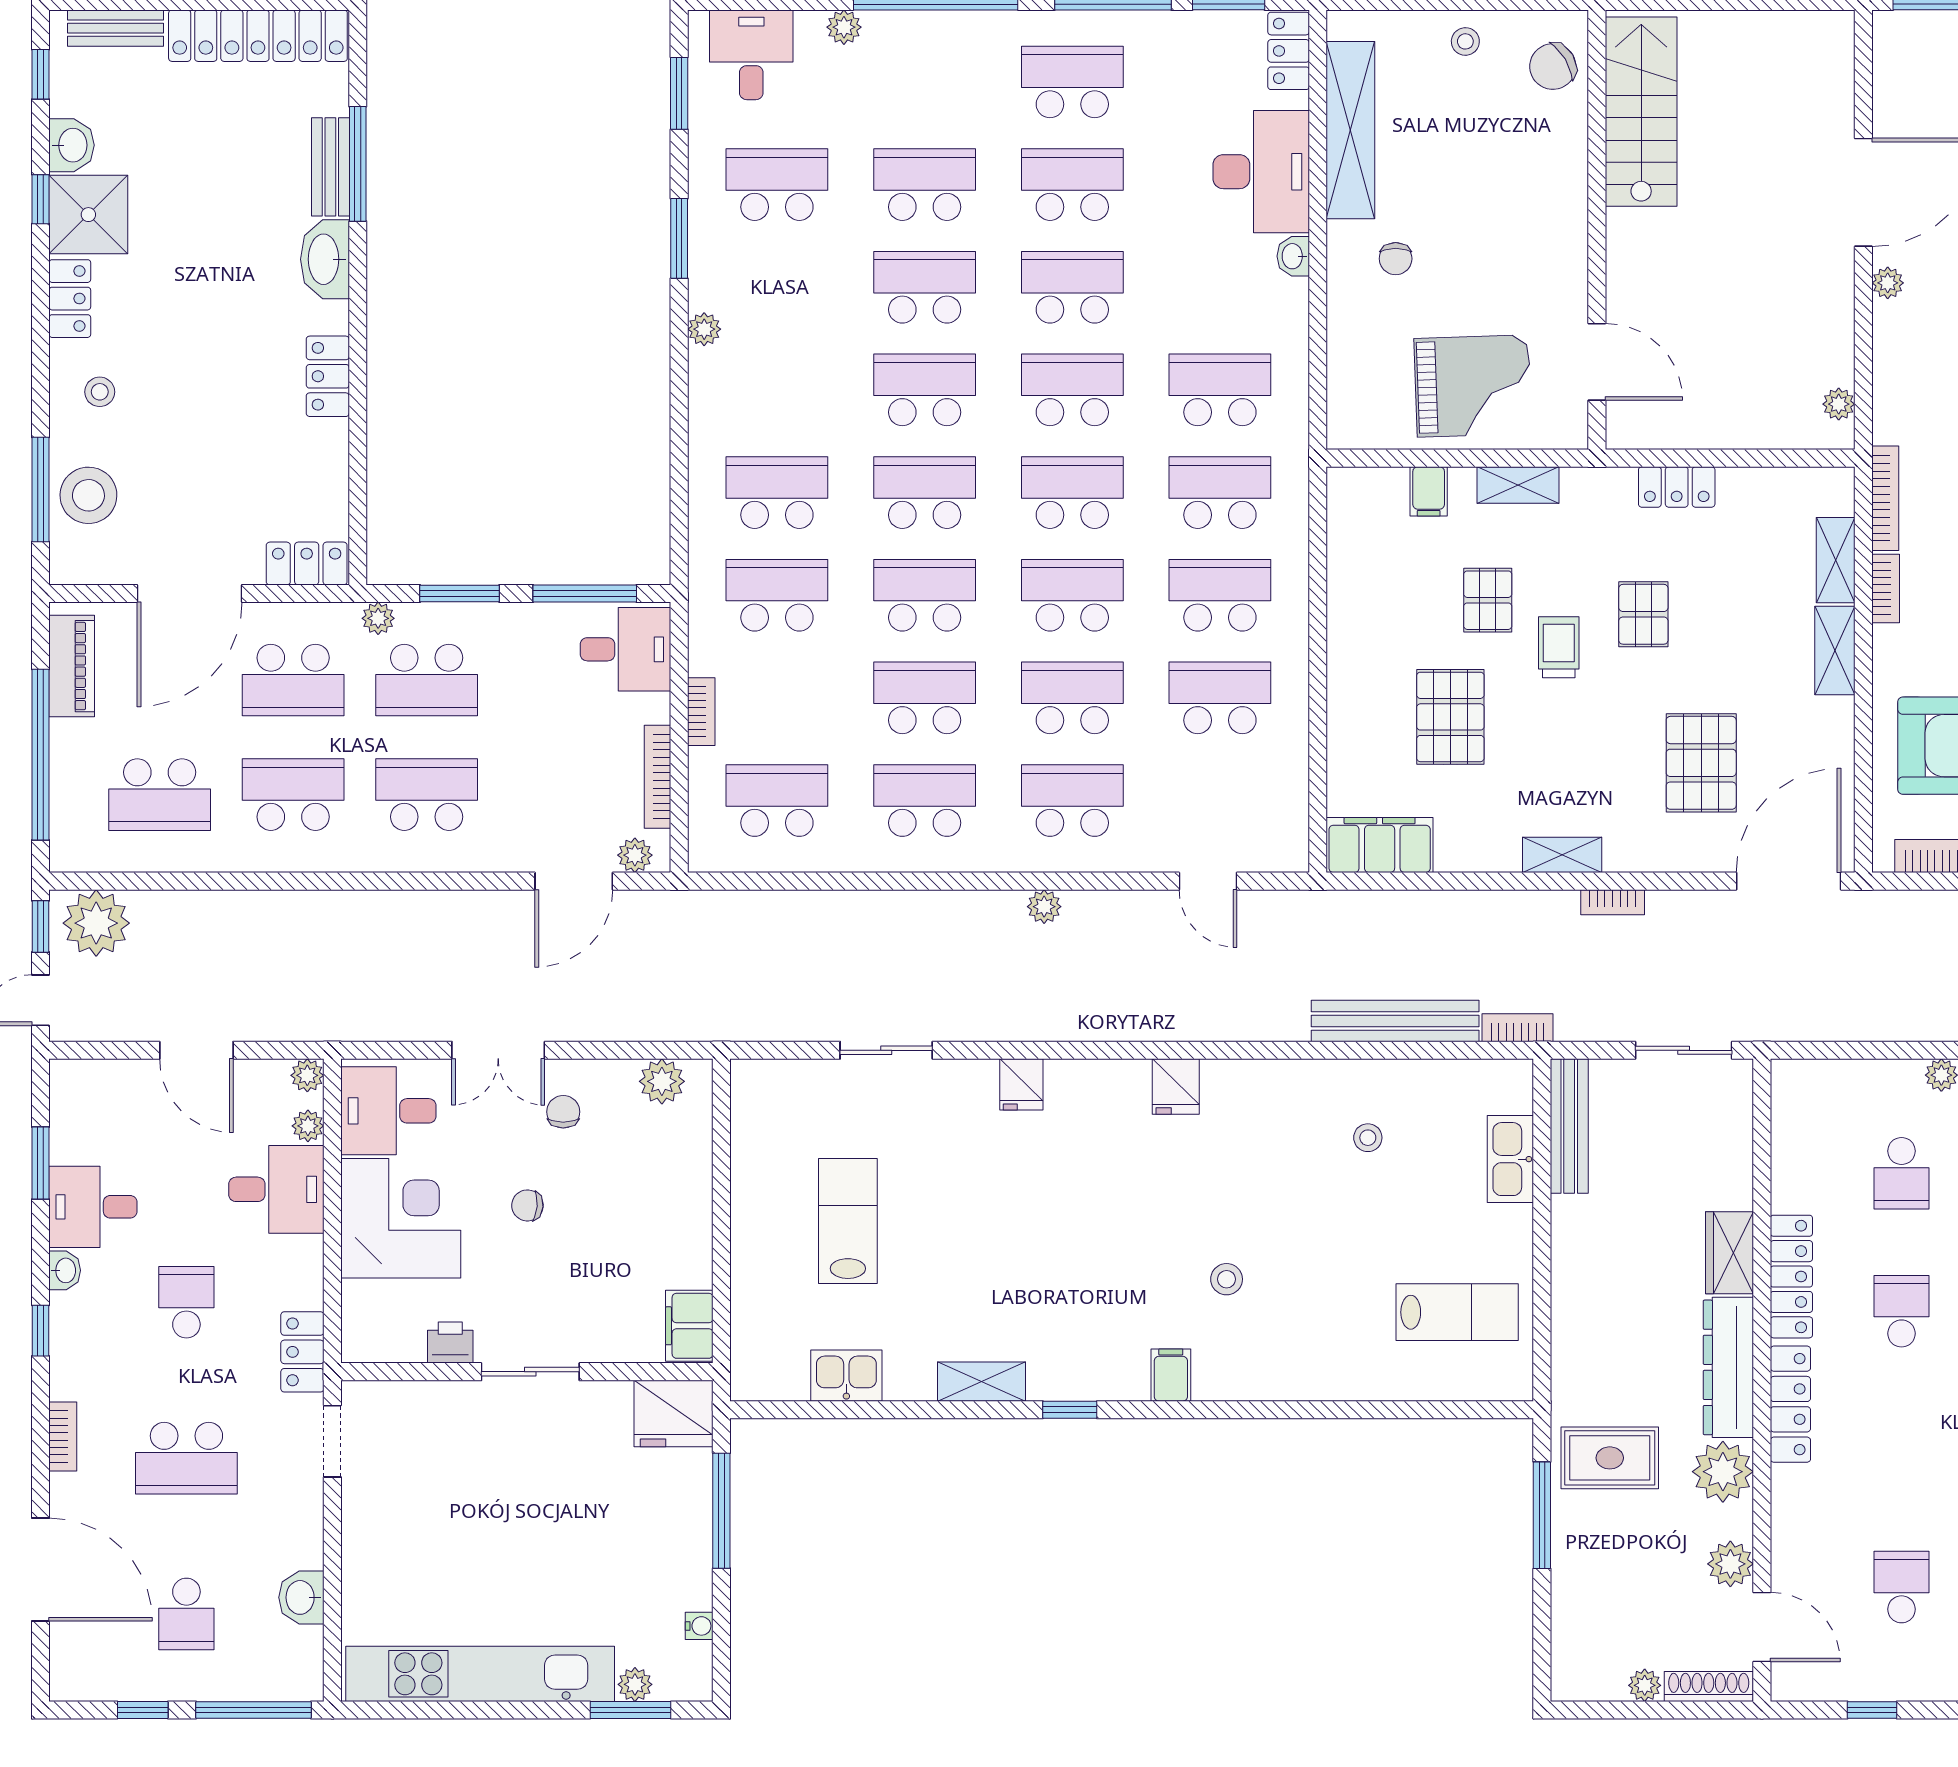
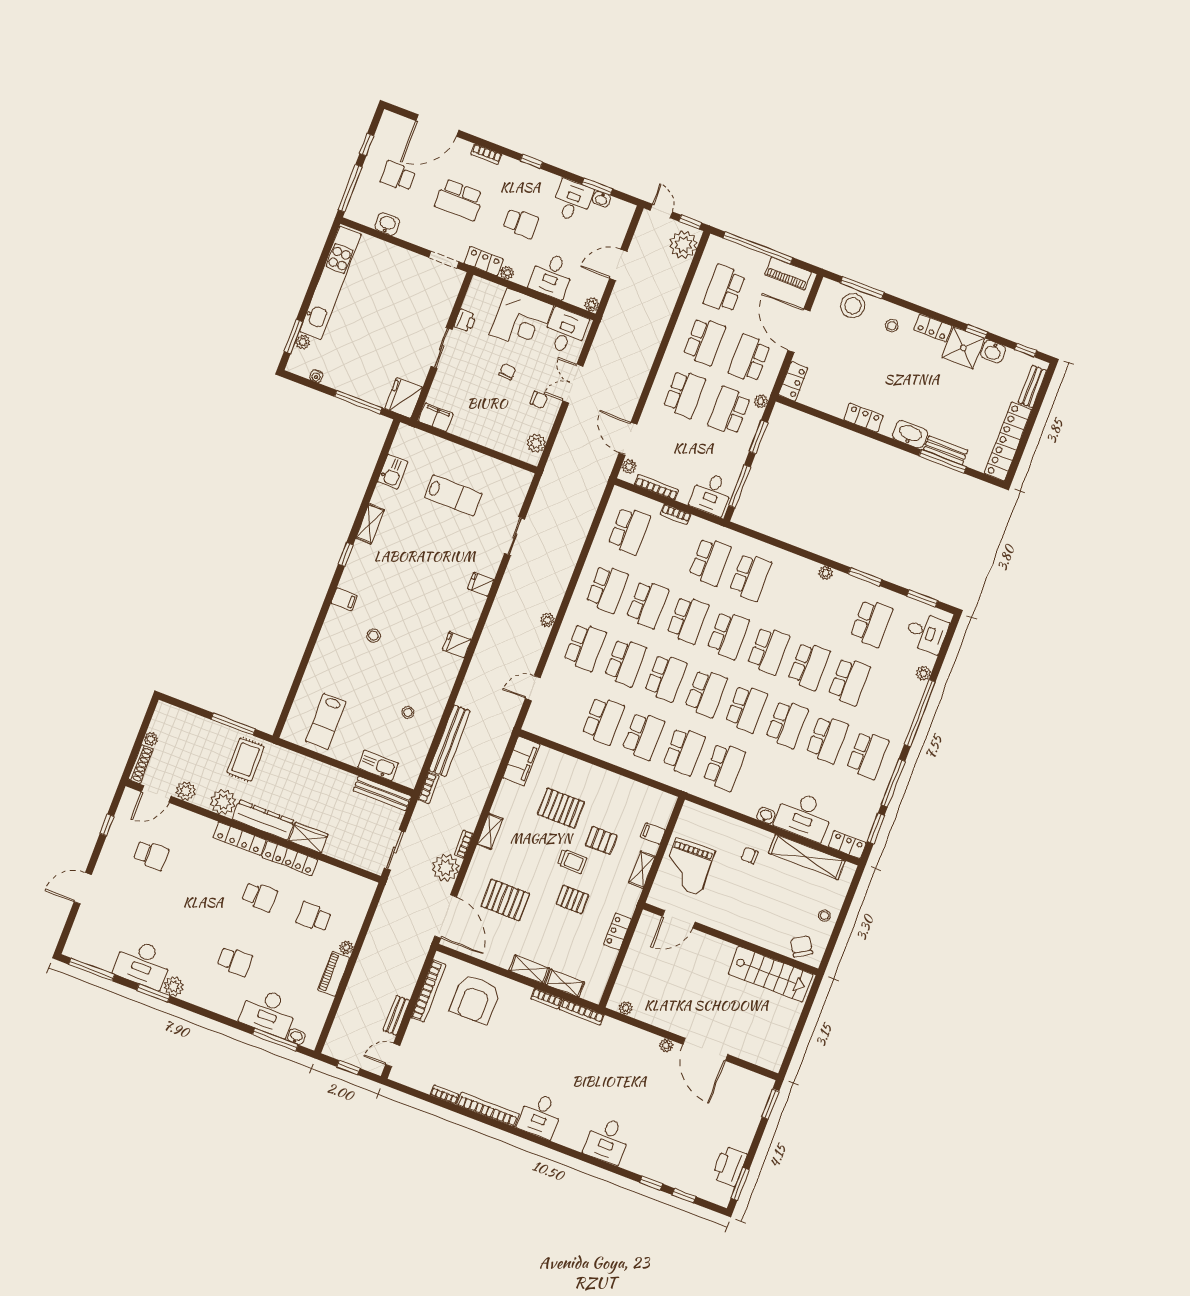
plant: (1680, 922) -> (446, 868), added
plant: (308, 1126) -> (507, 273), moved
washbasin: (65, 1270) -> (601, 199), moved
school desk: (186, 1458) -> (459, 200), turned -90

